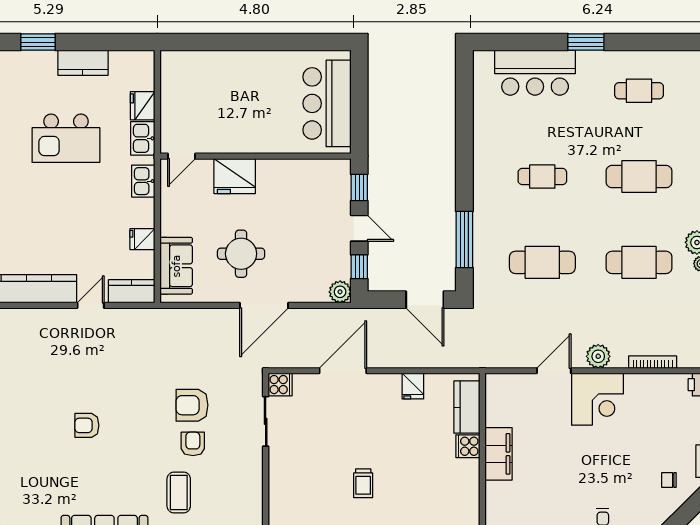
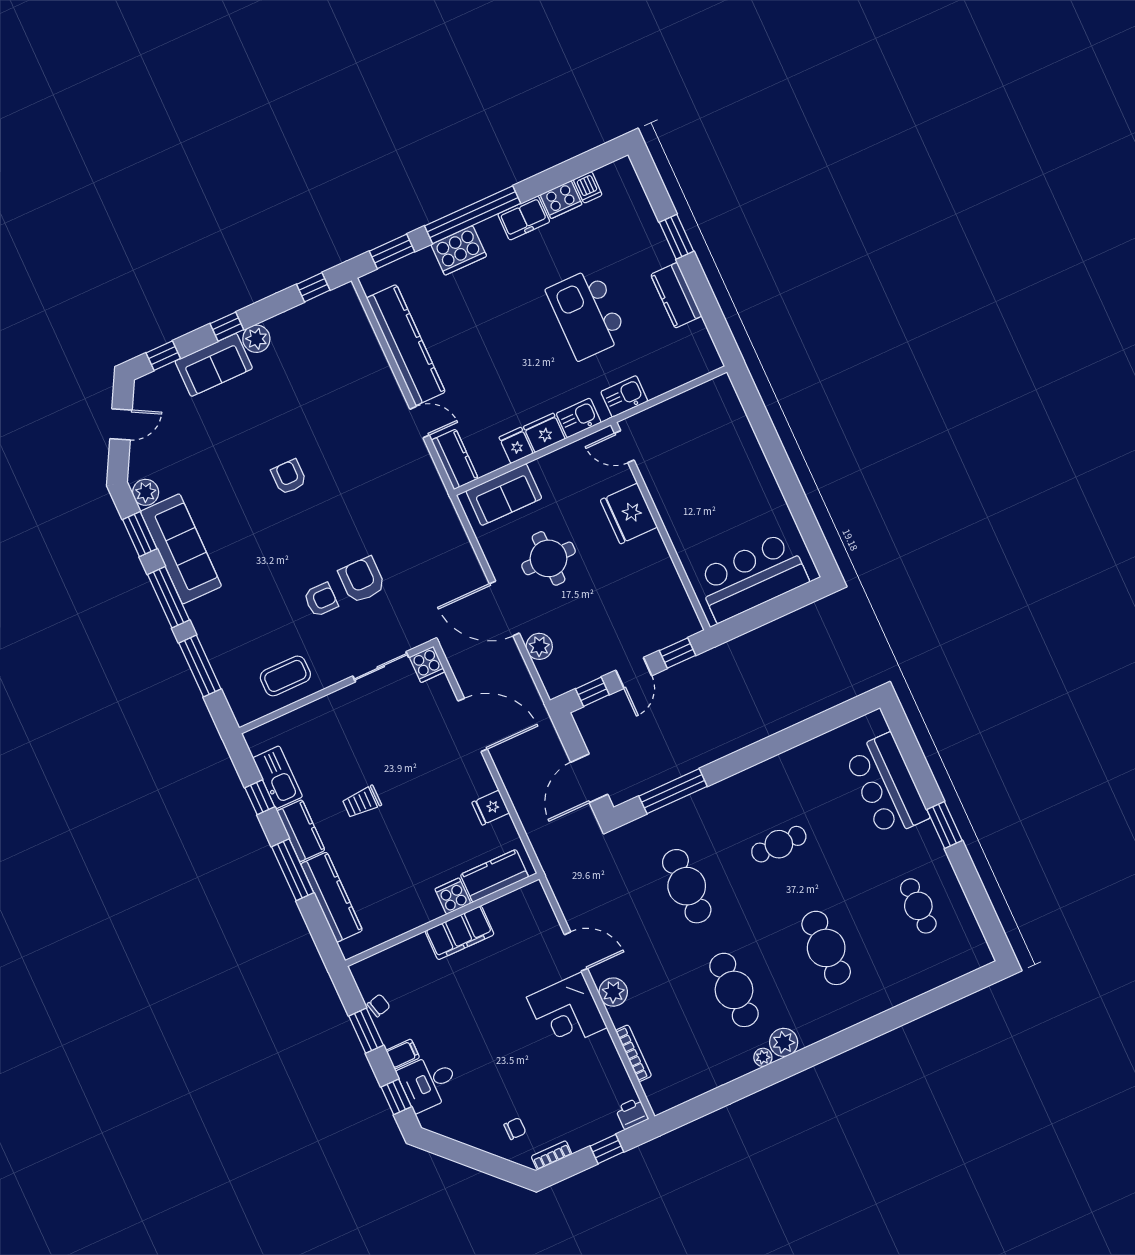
fridge: (143, 106) -> (544, 433), moved
cafe table: (542, 177) -> (779, 844), turned 90
plant: (340, 292) -> (539, 646), moved
chair: (669, 480) -> (515, 1129), turned 90
coffee table: (179, 492) -> (285, 676), moved

